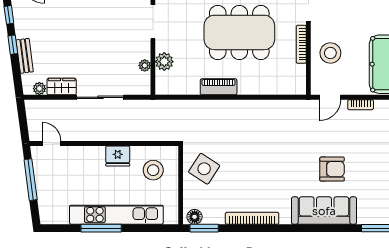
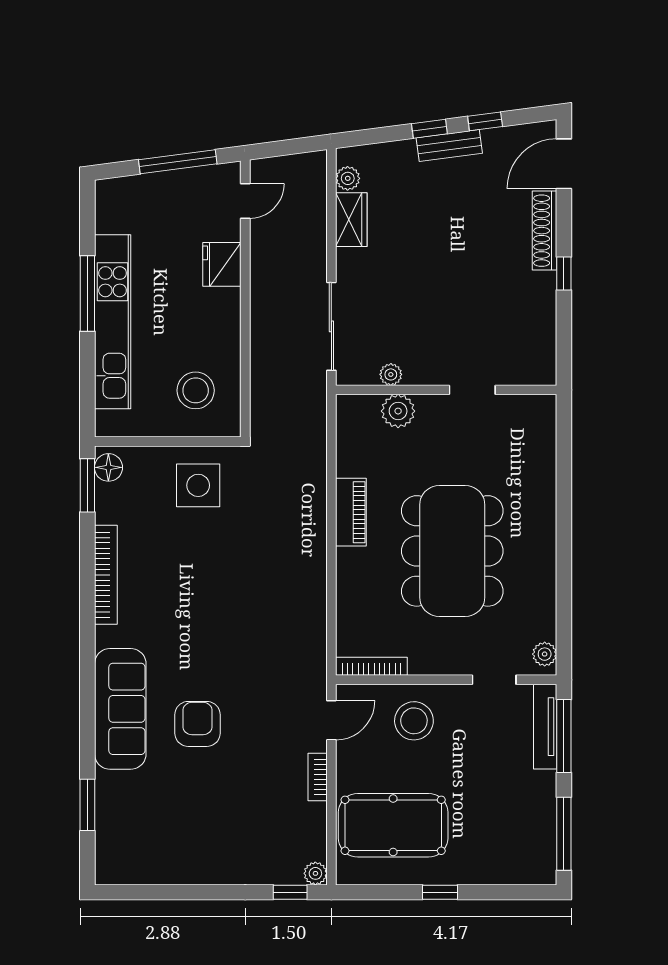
doorway: (153, 22) -> (472, 390), width x0.73
bookcase: (301, 44) -> (371, 666), moved
bench: (25, 56) -> (449, 146), moved
sliding door: (100, 97) -> (331, 326), moved
door: (330, 97) -> (331, 720), swing flipped
fridge: (118, 156) -> (222, 264), moved
side table: (204, 169) -> (198, 485), turned -33
armchair: (332, 169) -> (197, 724), turned 180

